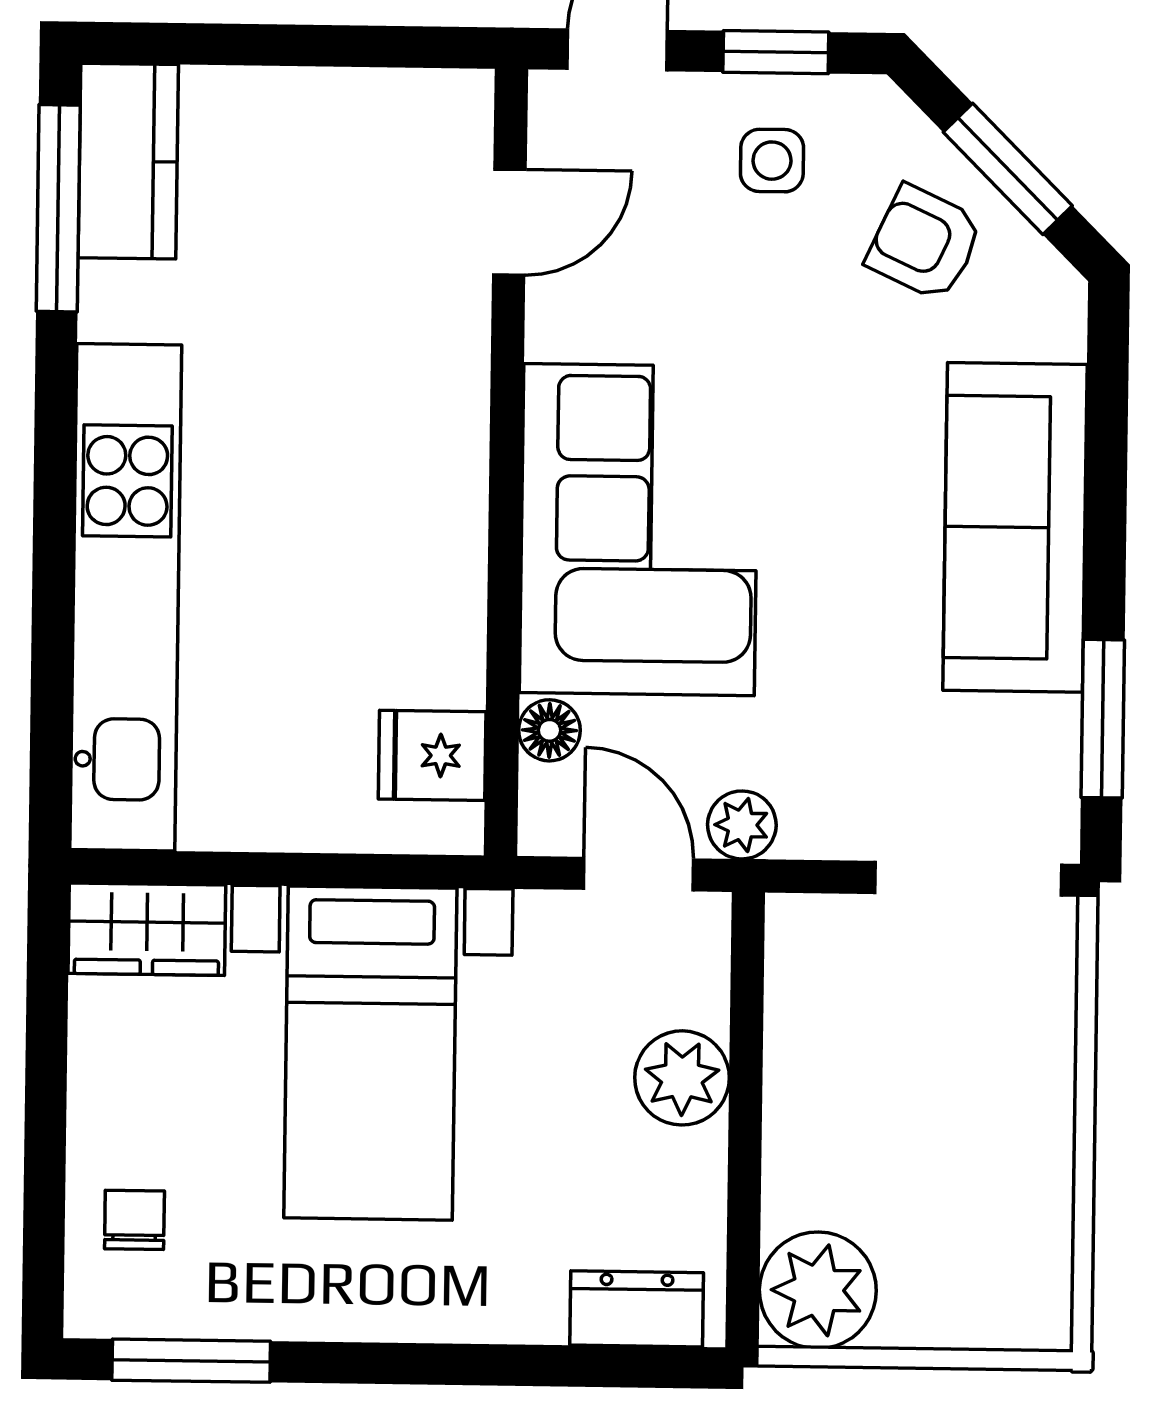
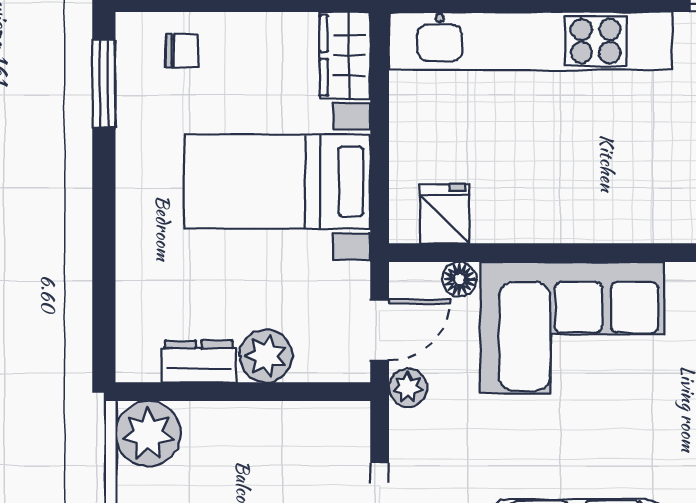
dresser: (637, 1309) -> (199, 362), moved, turned -90

